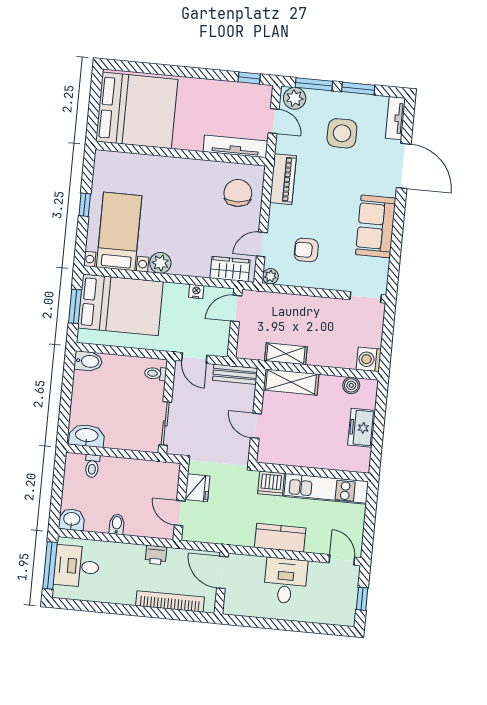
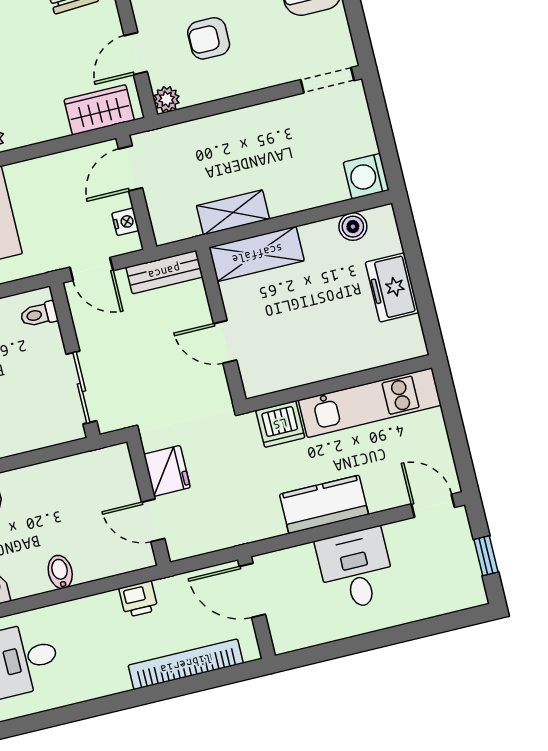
nightstand: (196, 291) -> (125, 222), moved, turned 90

